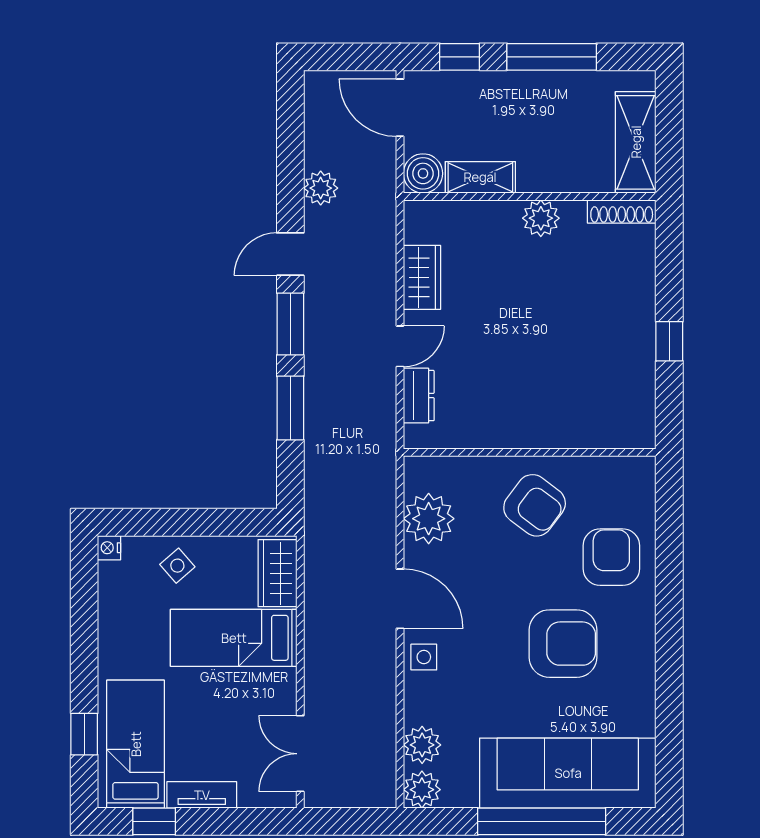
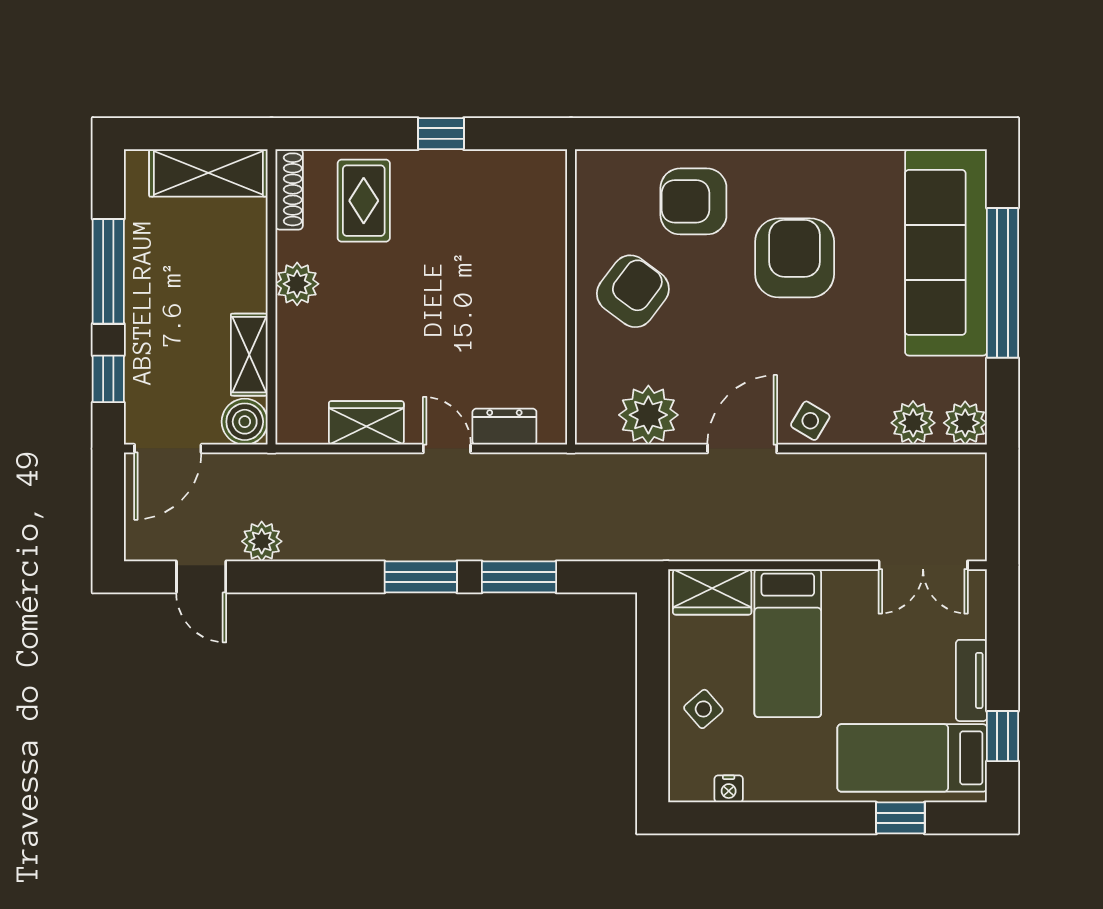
door: (290, 254) -> (201, 577), moved
rug: (612, 275) -> (364, 201), added
nightstand: (109, 548) -> (729, 789), moved
side table: (424, 657) -> (810, 421), turned 31

